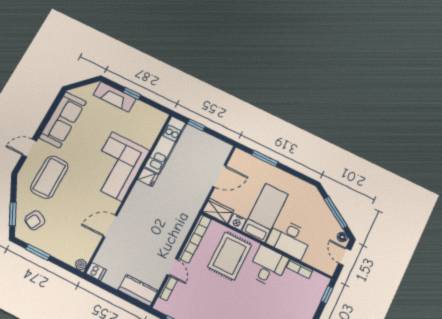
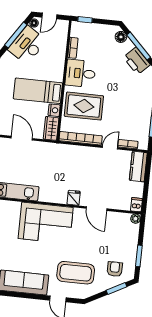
fridge: (148, 177) -> (74, 198), moved
armchair: (35, 220) -> (115, 269), turned -117
desk: (289, 239) -> (27, 45), moved, turned -147

